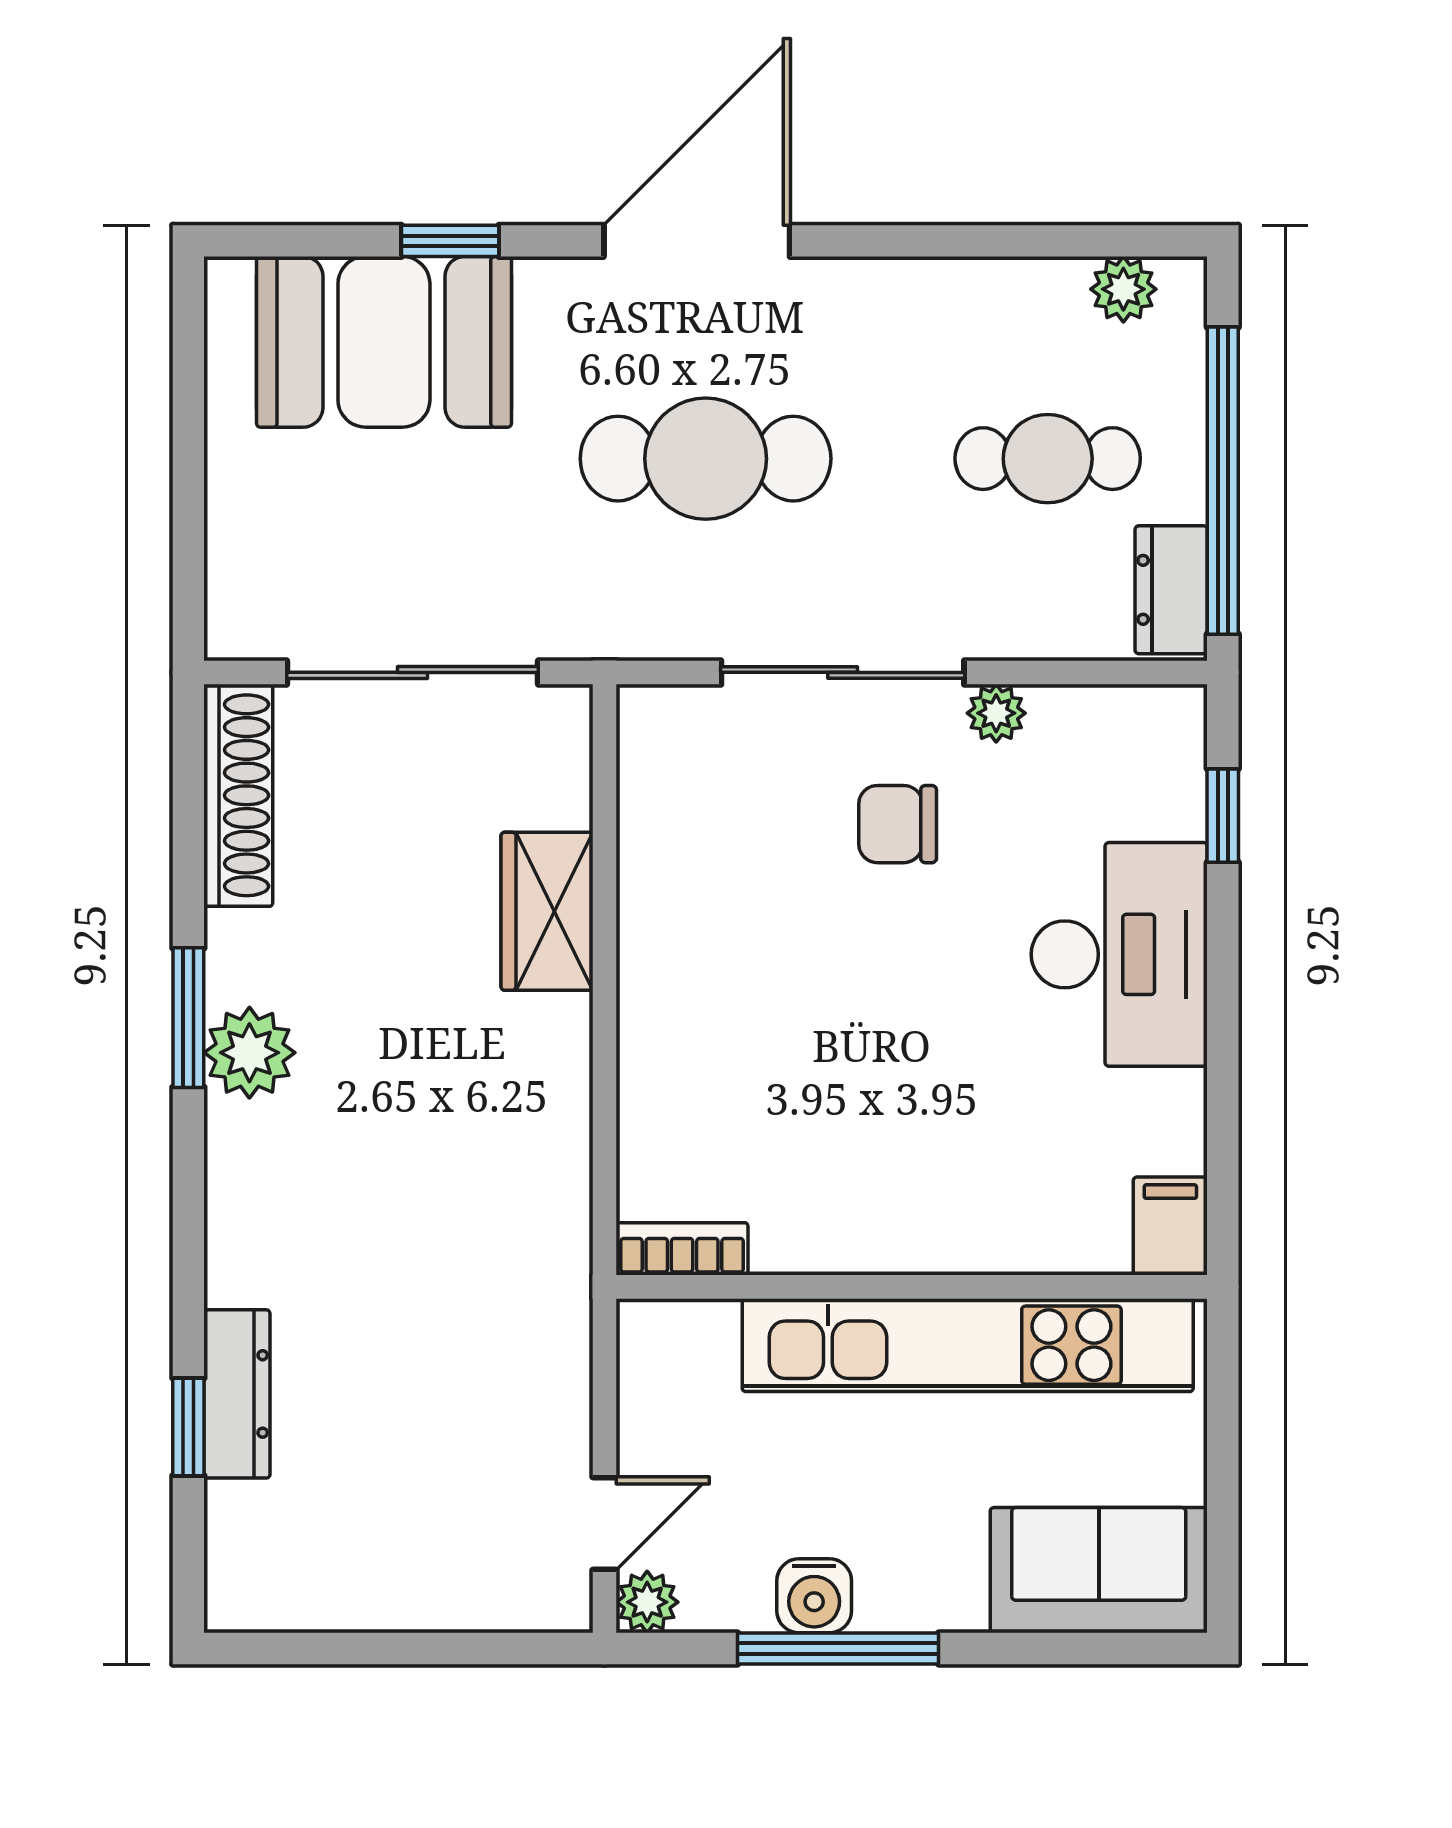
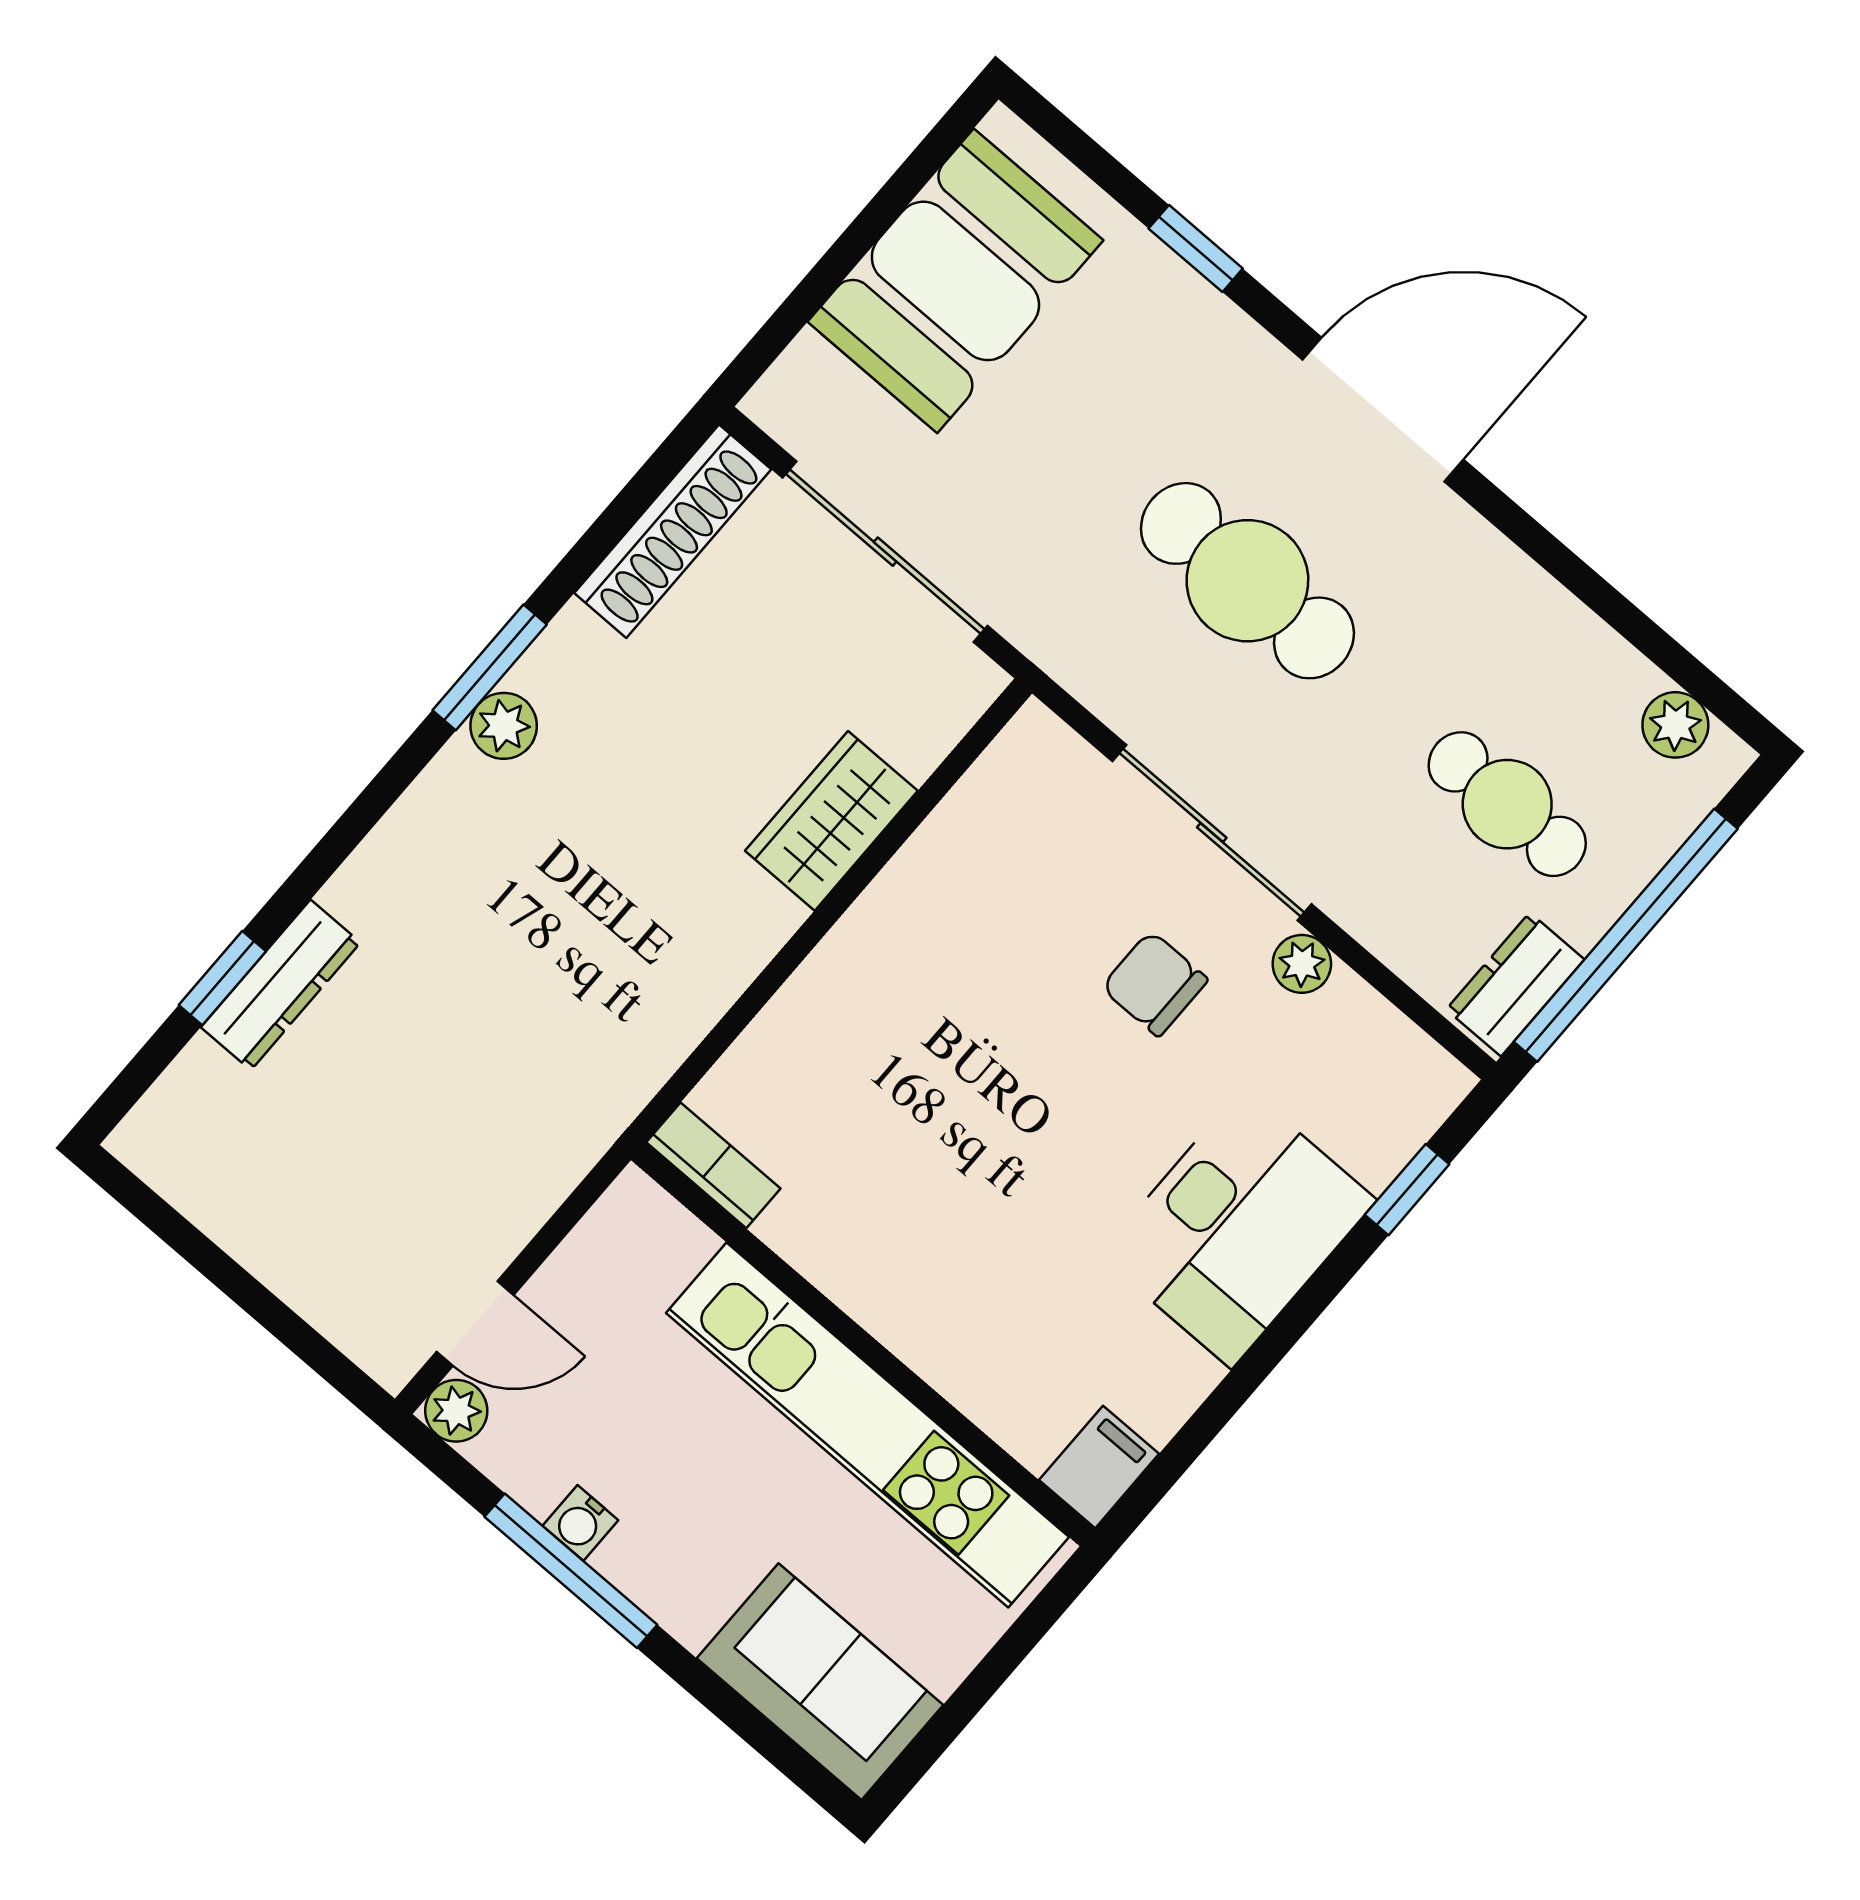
booth: (384, 342) -> (955, 281), moved, turned 90
plant: (249, 1053) -> (504, 726), width x0.73, depth x0.73
water cooler: (814, 1596) -> (580, 1523), width x0.72, depth x0.72

